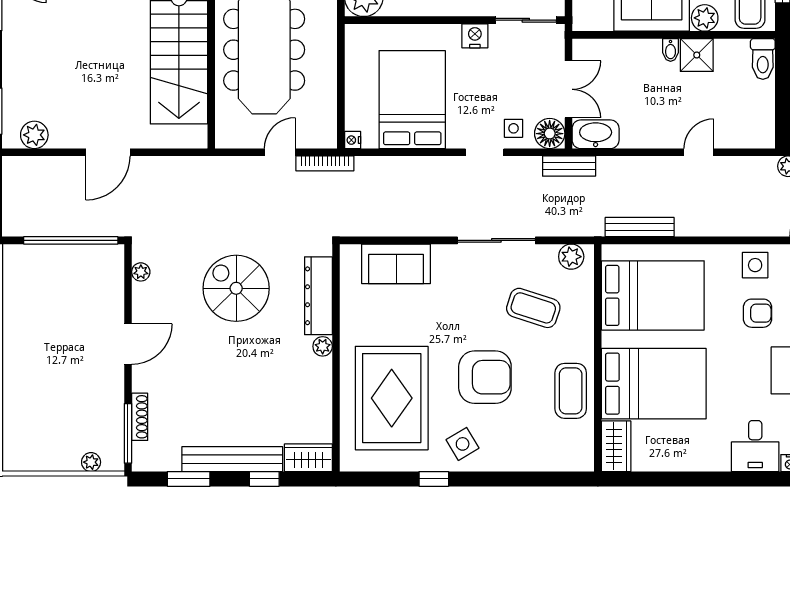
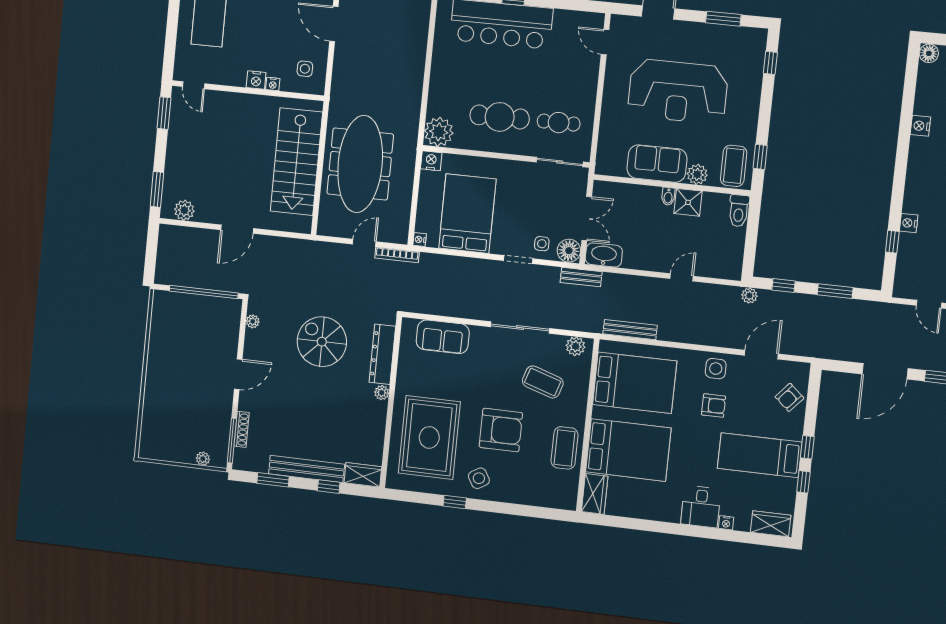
nightstand: (475, 36) -> (431, 161), moved

